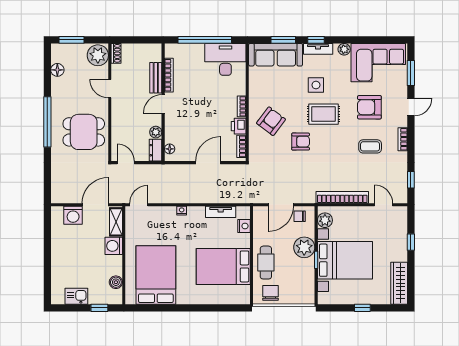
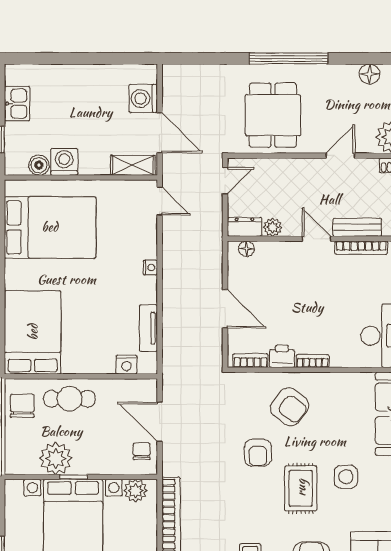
washing machine: (114, 246) -> (64, 162), moved
plant: (304, 247) -> (56, 458), moved
bed: (223, 266) -> (33, 332), moved
chair: (270, 293) -> (22, 406), turned -90

